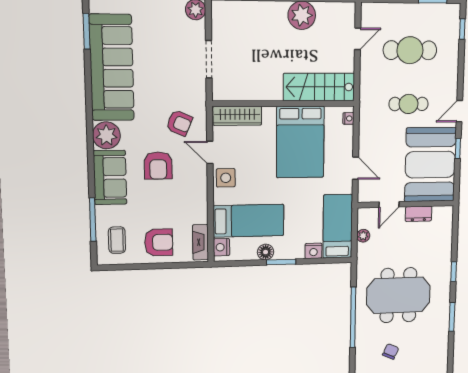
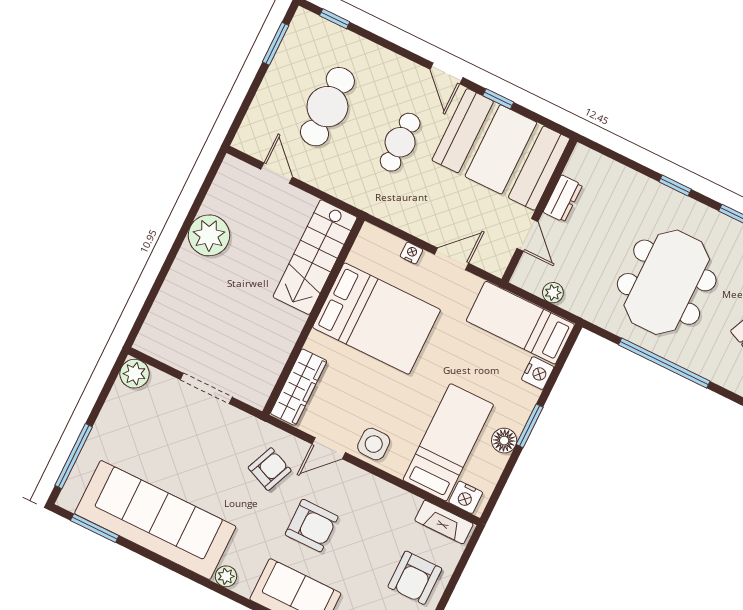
nightstand: (348, 118) -> (411, 253), moved
plant: (106, 135) -> (226, 576), width x0.53, depth x0.53
armchair: (159, 242) -> (415, 578), turned 180

